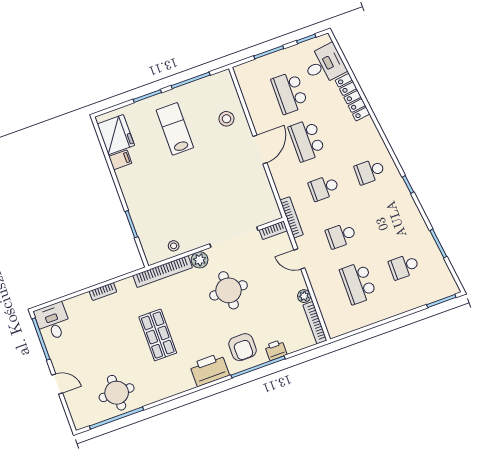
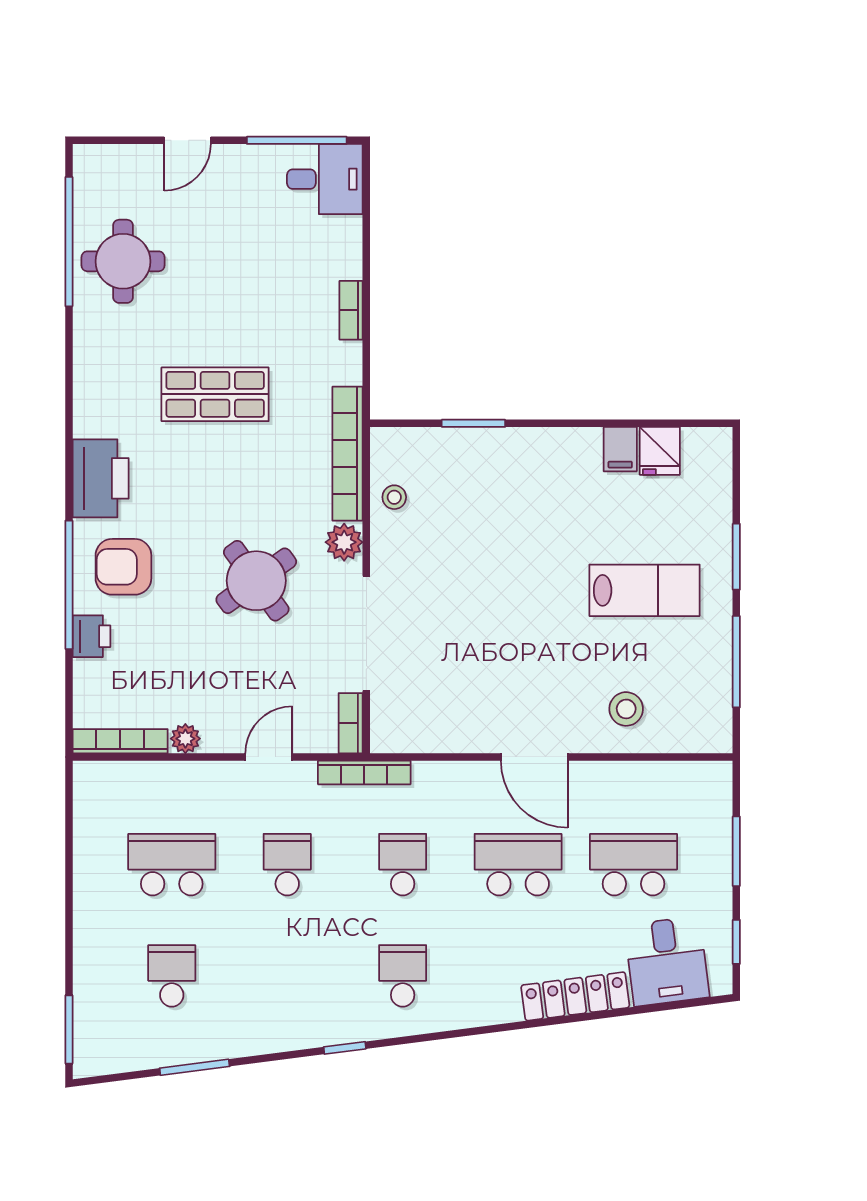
fridge: (116, 135) -> (660, 451), width x0.53, depth x0.75
round table: (229, 290) -> (256, 581), turned -36

